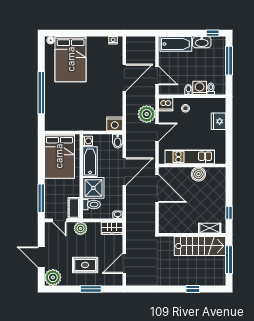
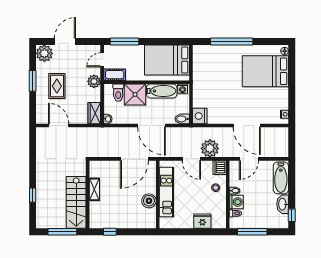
window: (229, 61) -> (252, 232), moved
shelving: (210, 228) -> (94, 189), moved
window: (91, 289) -> (33, 81), moved

